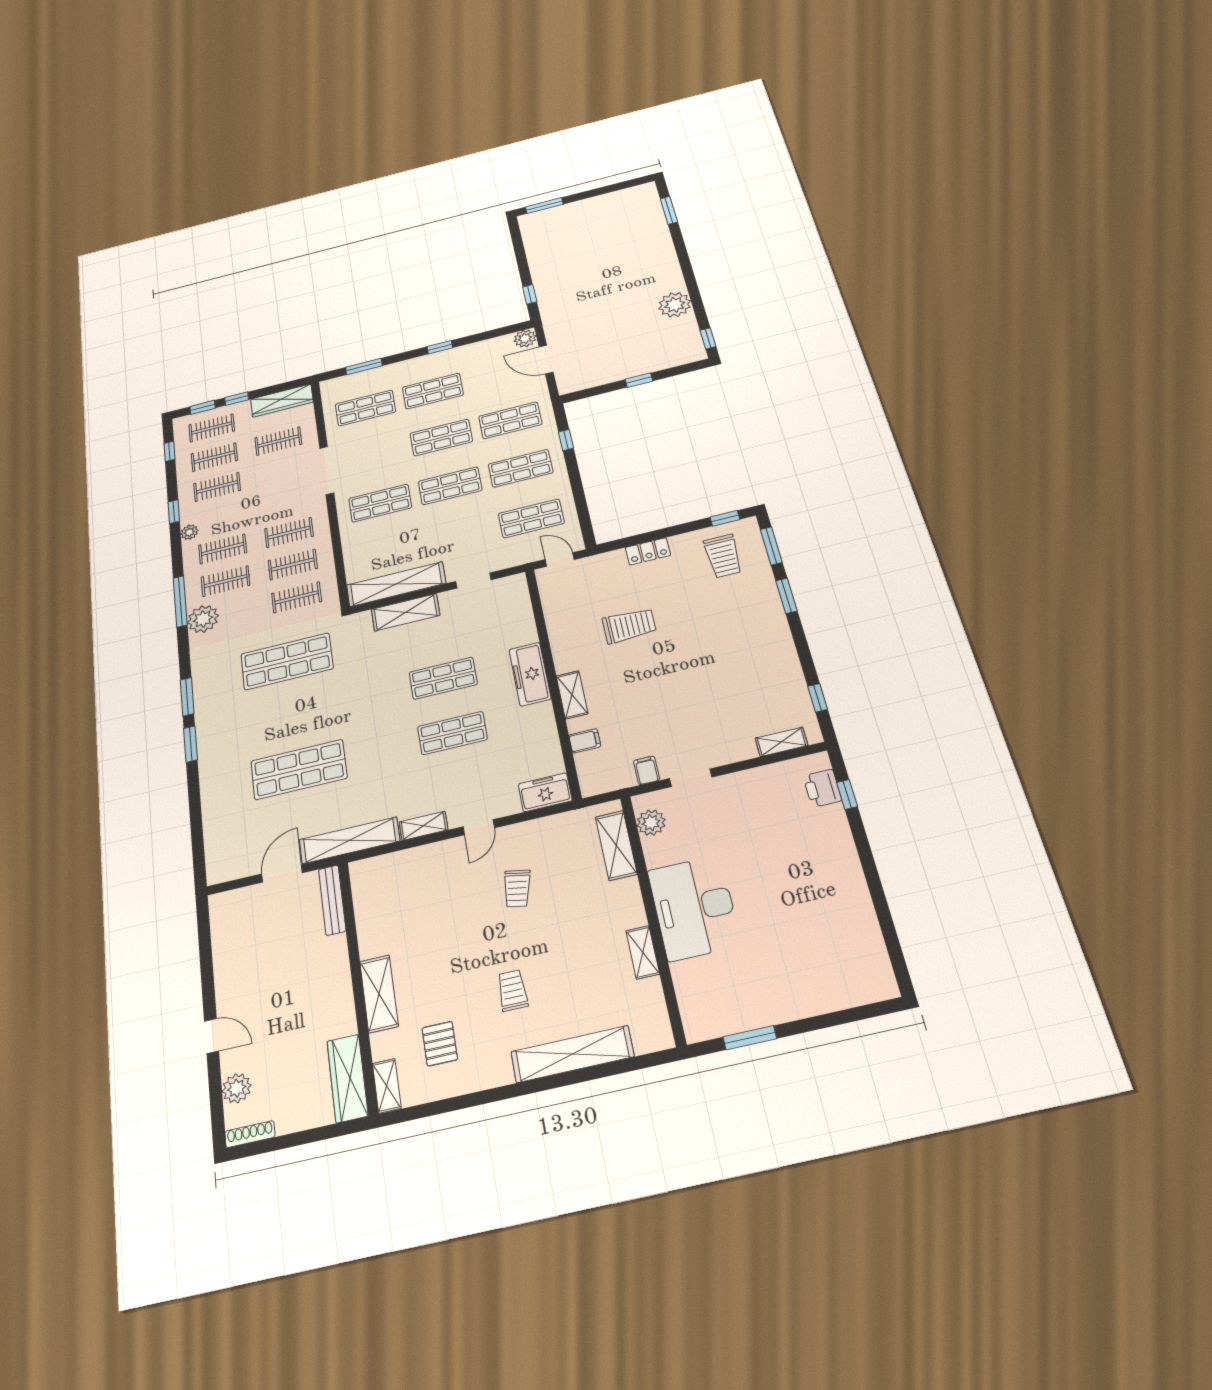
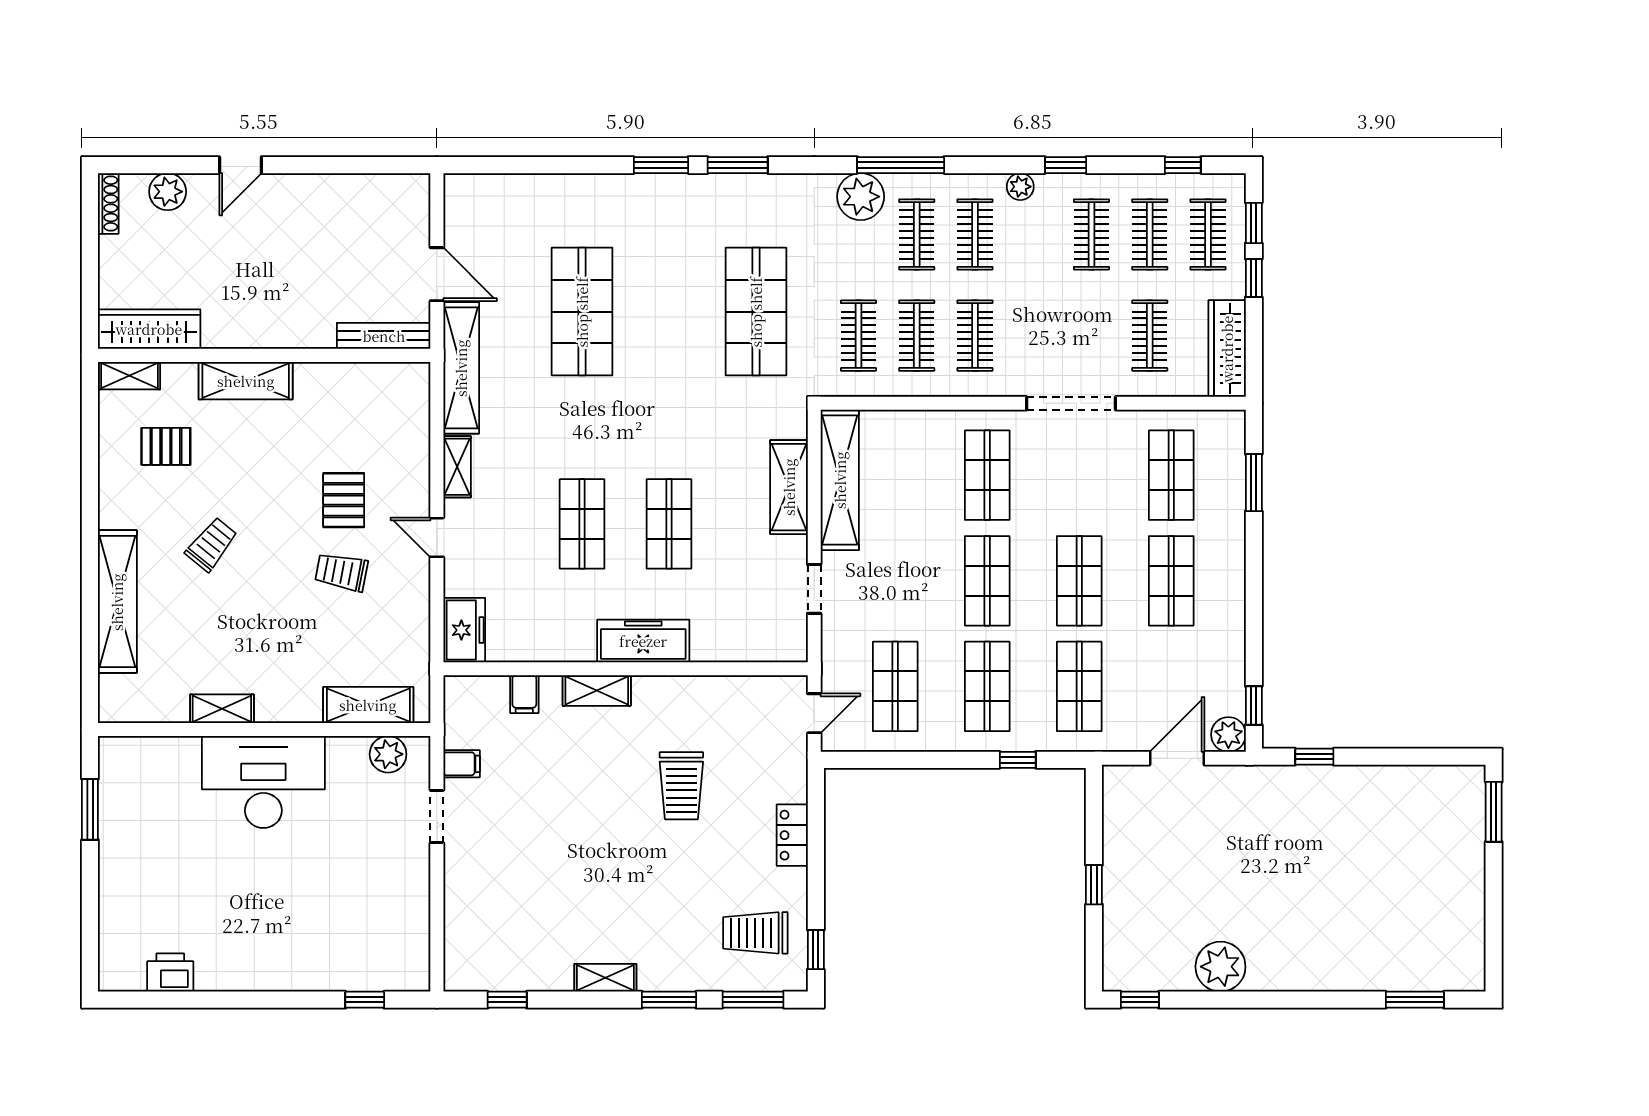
window: (440, 347) -> (1254, 705), moved
shelving: (781, 742) -> (605, 978), moved, turned 90
printer: (822, 788) -> (170, 973), moved
pallet: (461, 900) -> (344, 500), added
trolley: (512, 990) -> (211, 544), turned -51

